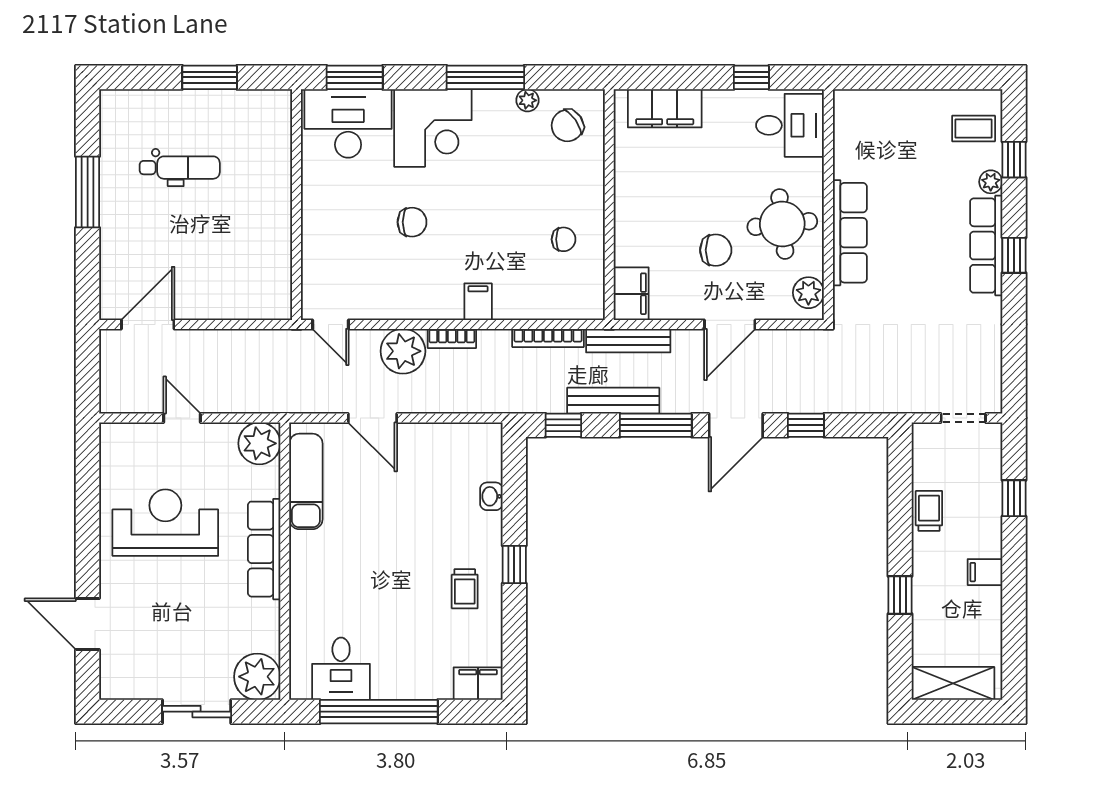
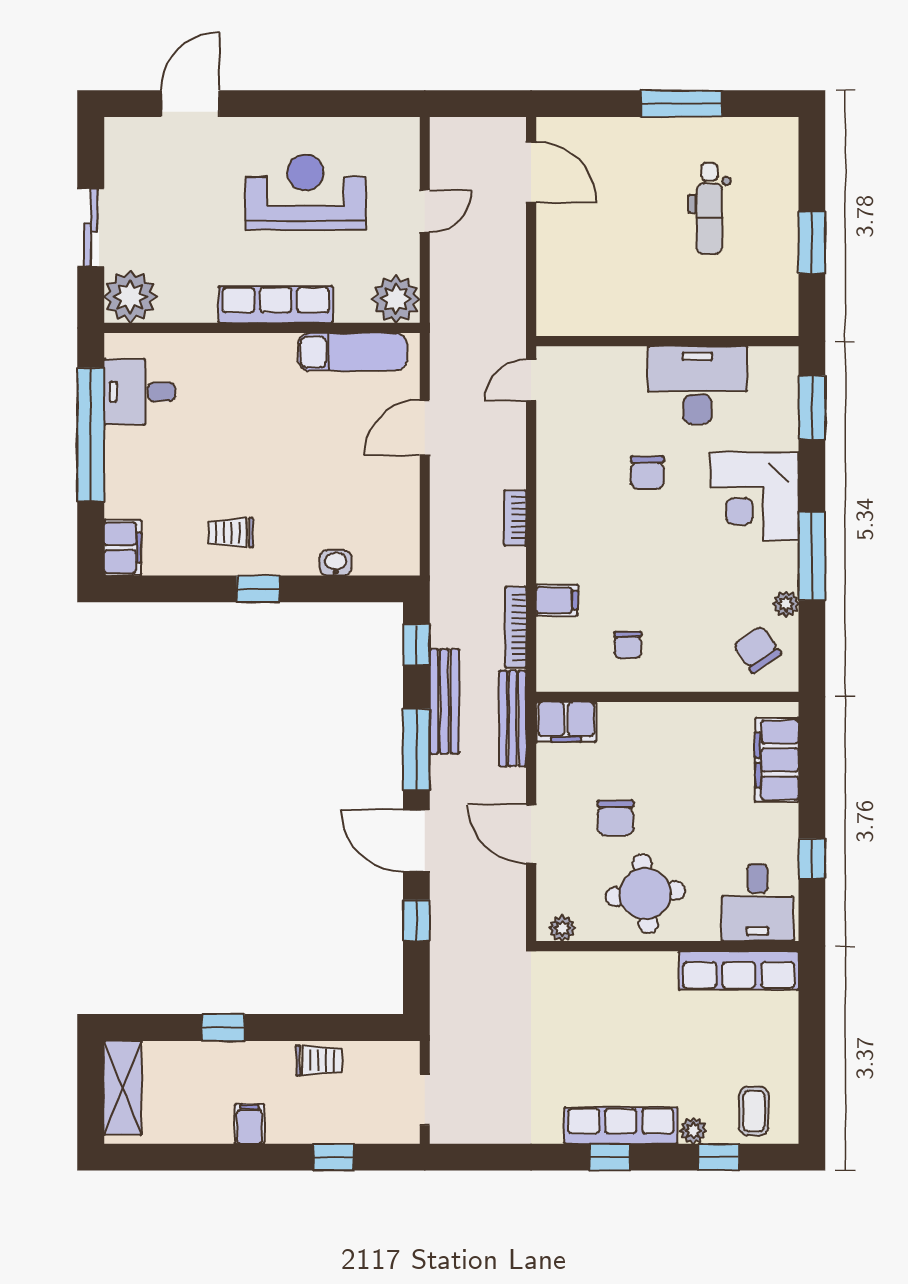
desk: (348, 123) -> (697, 385), moved, turned -90
row of seats: (850, 233) -> (739, 970), moved
plant: (808, 293) -> (562, 928), width x0.73, depth x0.73
filing cabinet: (478, 302) -> (557, 600), moved
plant: (403, 351) -> (501, 462), removed
reception desk: (165, 523) -> (306, 192), turned -90

